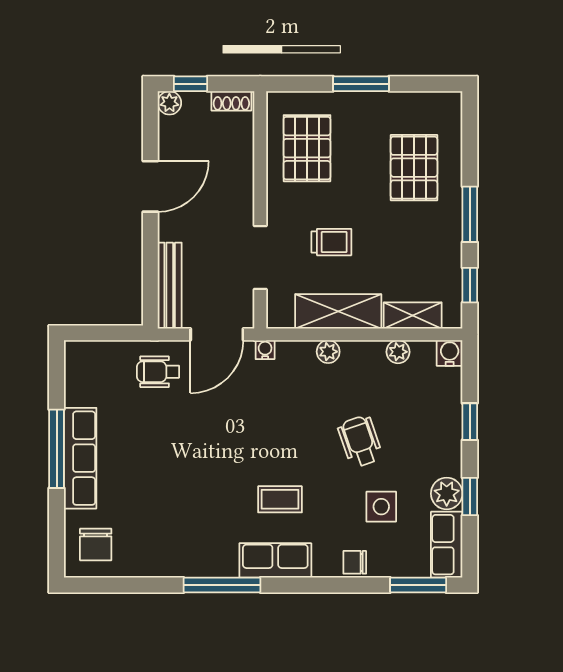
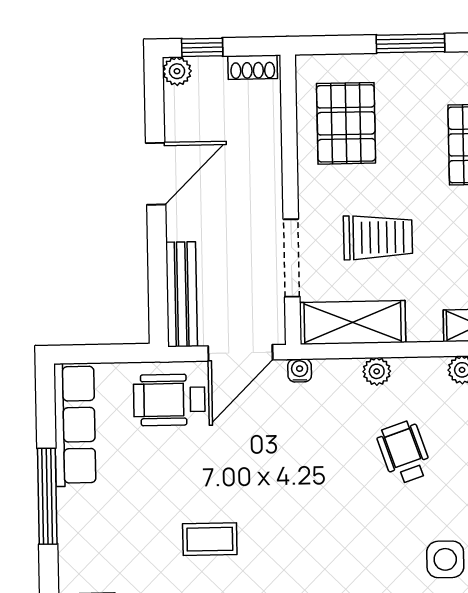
trolley: (331, 242) -> (378, 237), width x1.36, depth x1.39
shelving: (338, 311) -> (353, 322), moved
wheelchair: (158, 372) -> (169, 400), width x1.36, depth x1.37
wheelchair: (360, 441) -> (404, 452), moved
row of seats: (80, 458) -> (75, 425), moved
coffee table: (280, 499) -> (210, 539), moved

